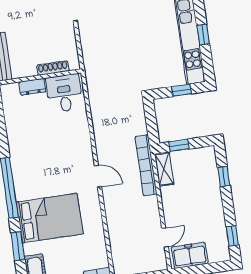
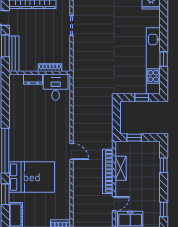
bookcase: (146, 165) -> (108, 171), moved
shelving: (164, 169) -> (121, 168), moved

